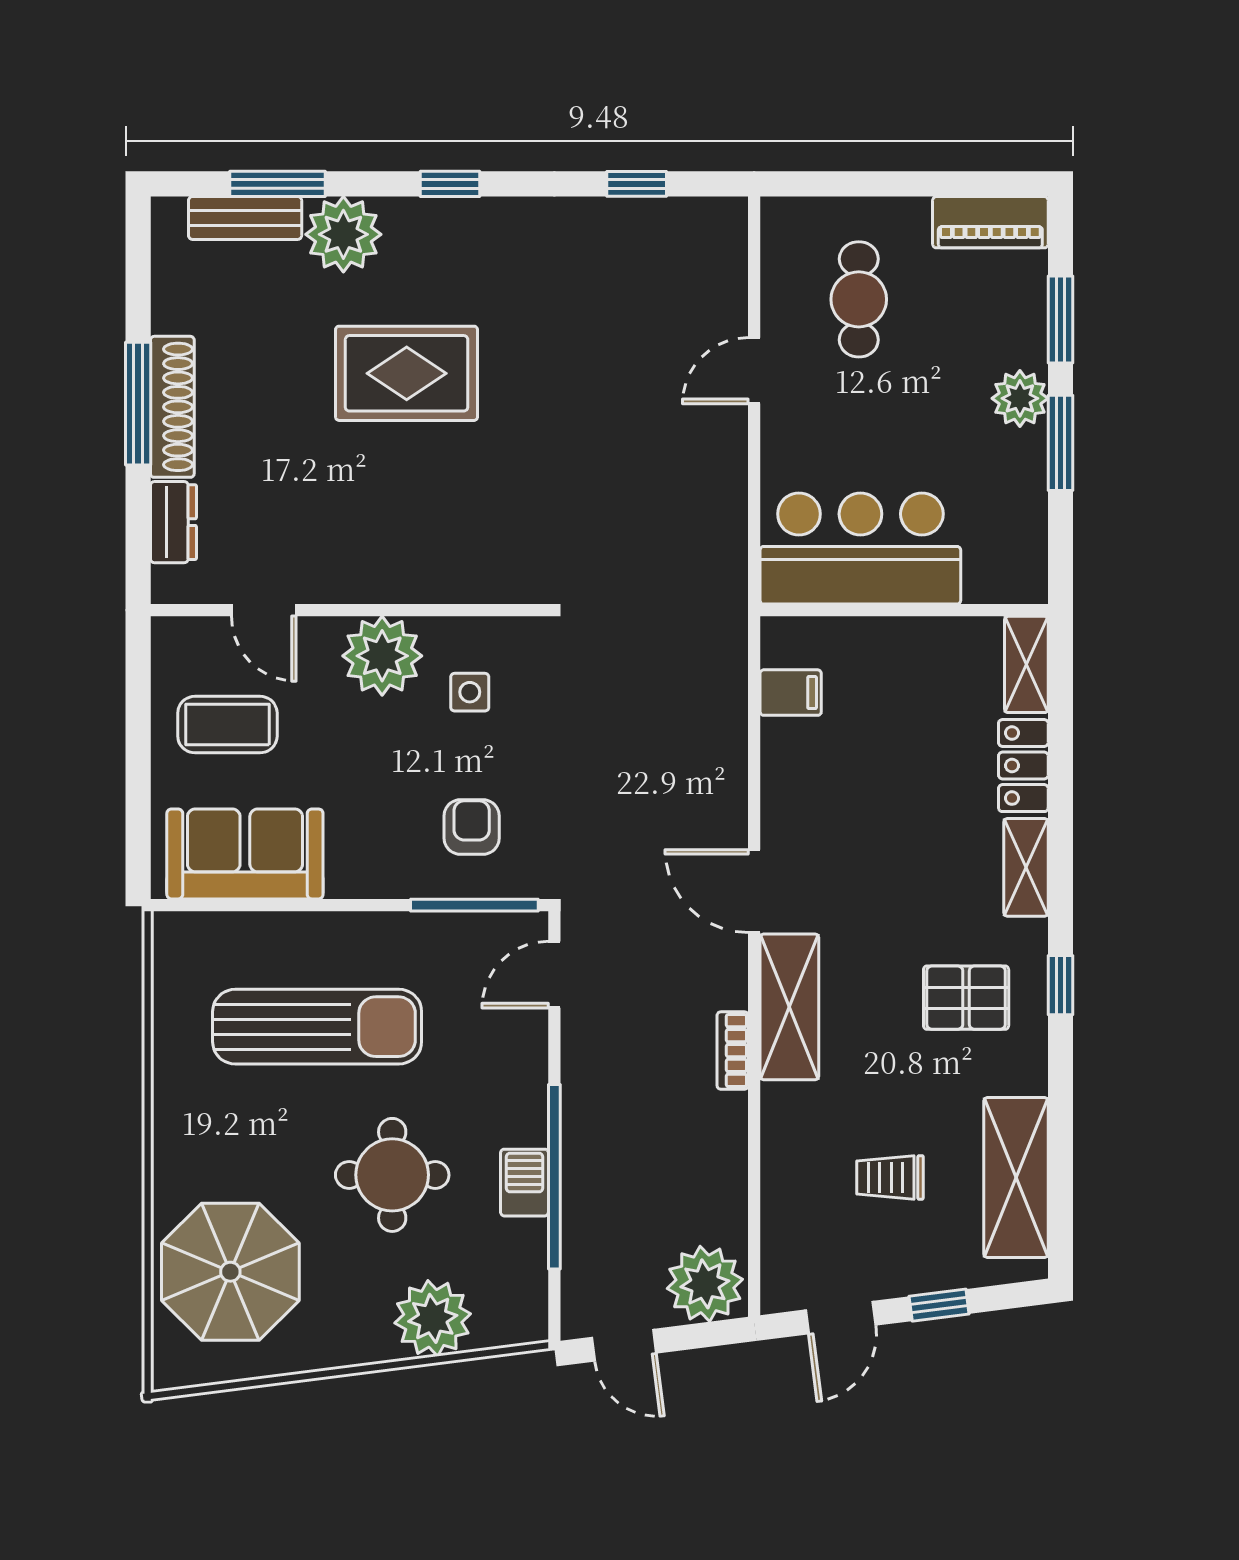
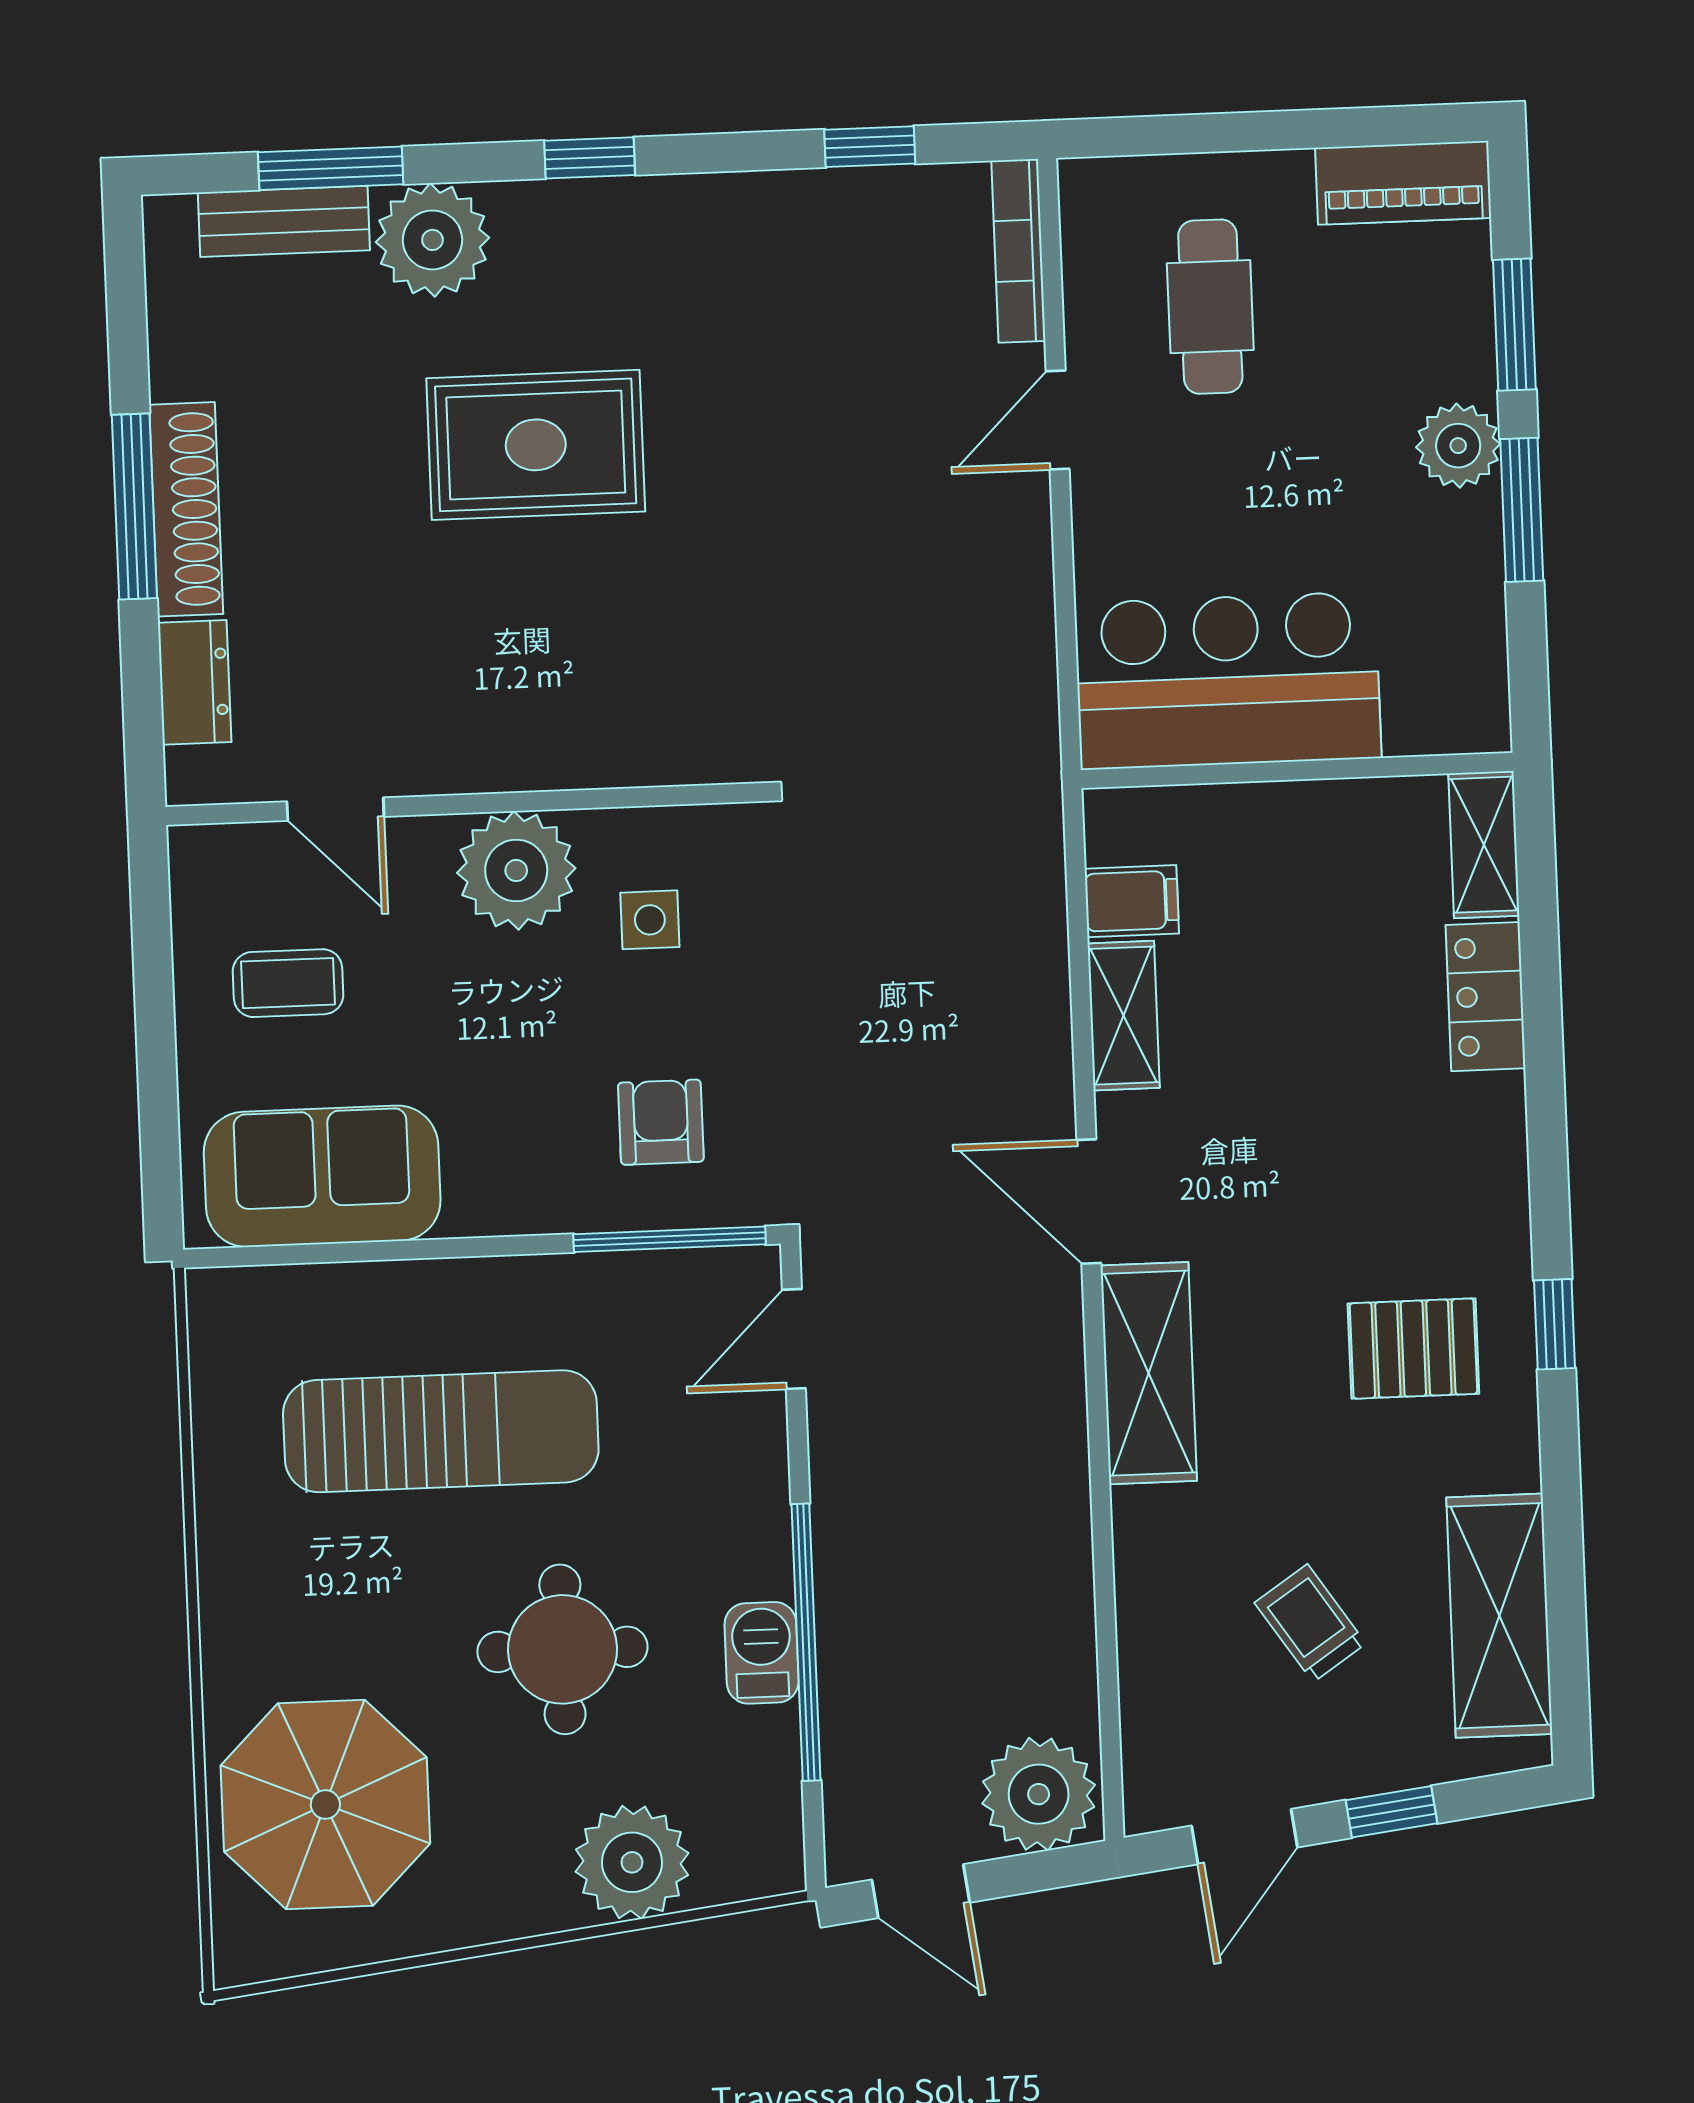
coffee table: (227, 725) -> (288, 983), width x0.73, depth x0.77
shelving: (1026, 867) -> (1124, 1016), moved
bookcase: (733, 1051) -> (1018, 251), moved, width x1.56
trolley: (890, 1177) -> (1310, 1623), turned 56

